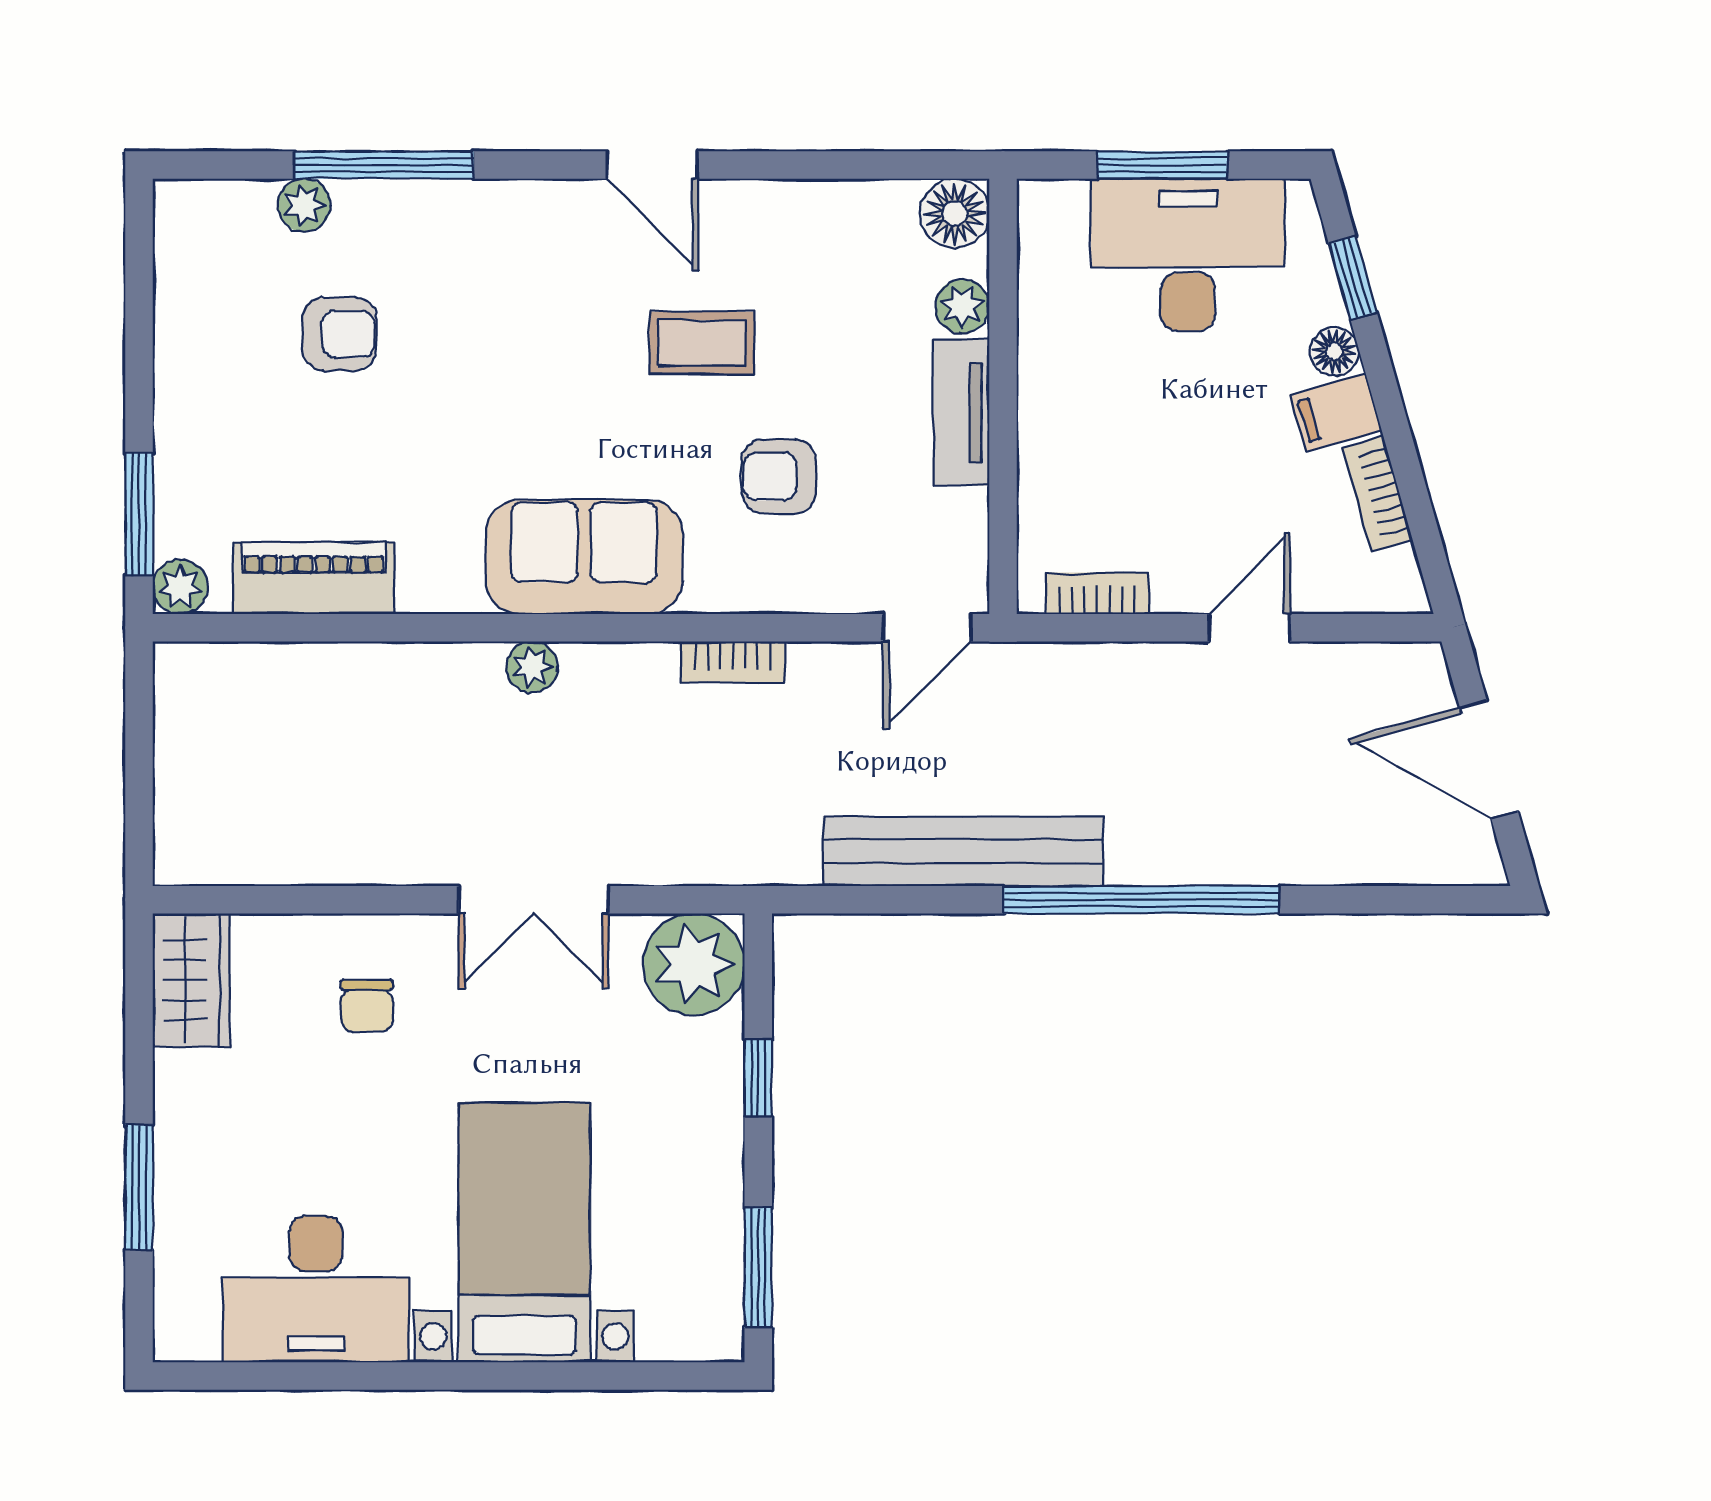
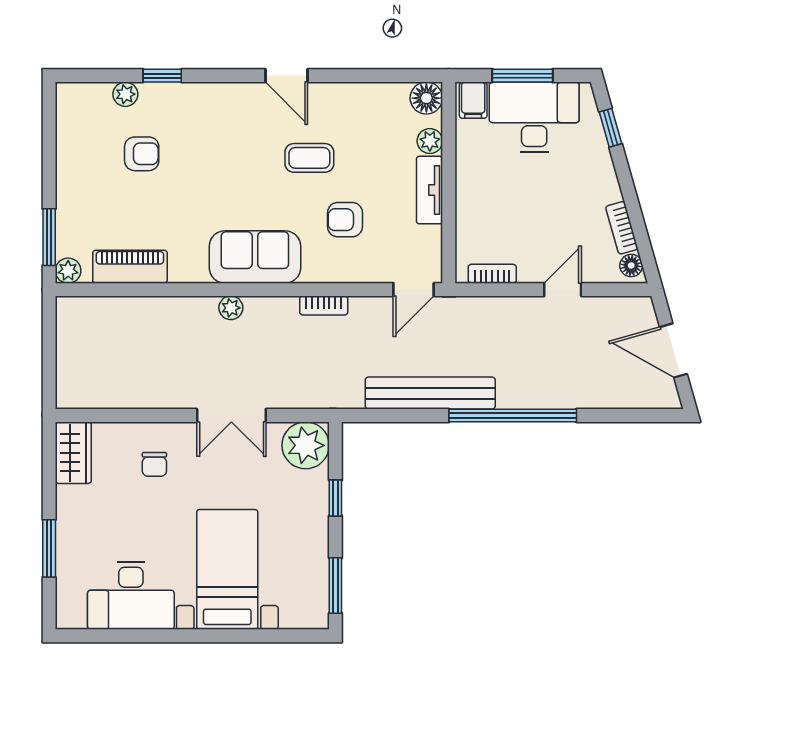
window: (384, 165) -> (162, 76), width x0.46
floor lamp: (1334, 351) -> (631, 266), moved
filing cabinet: (1336, 413) -> (473, 100), moved, turned -74

